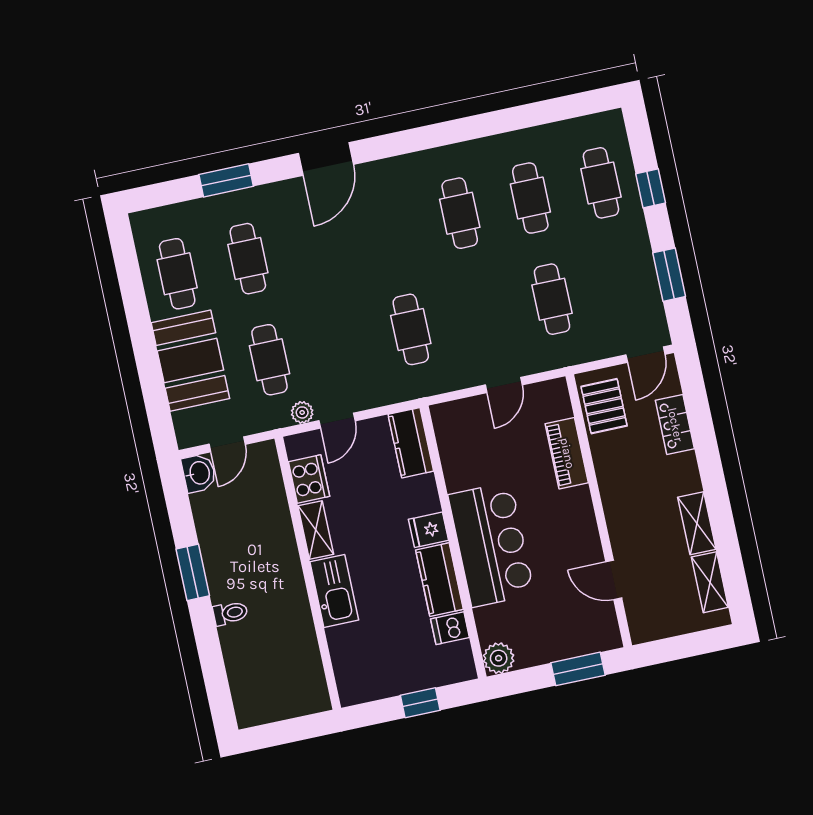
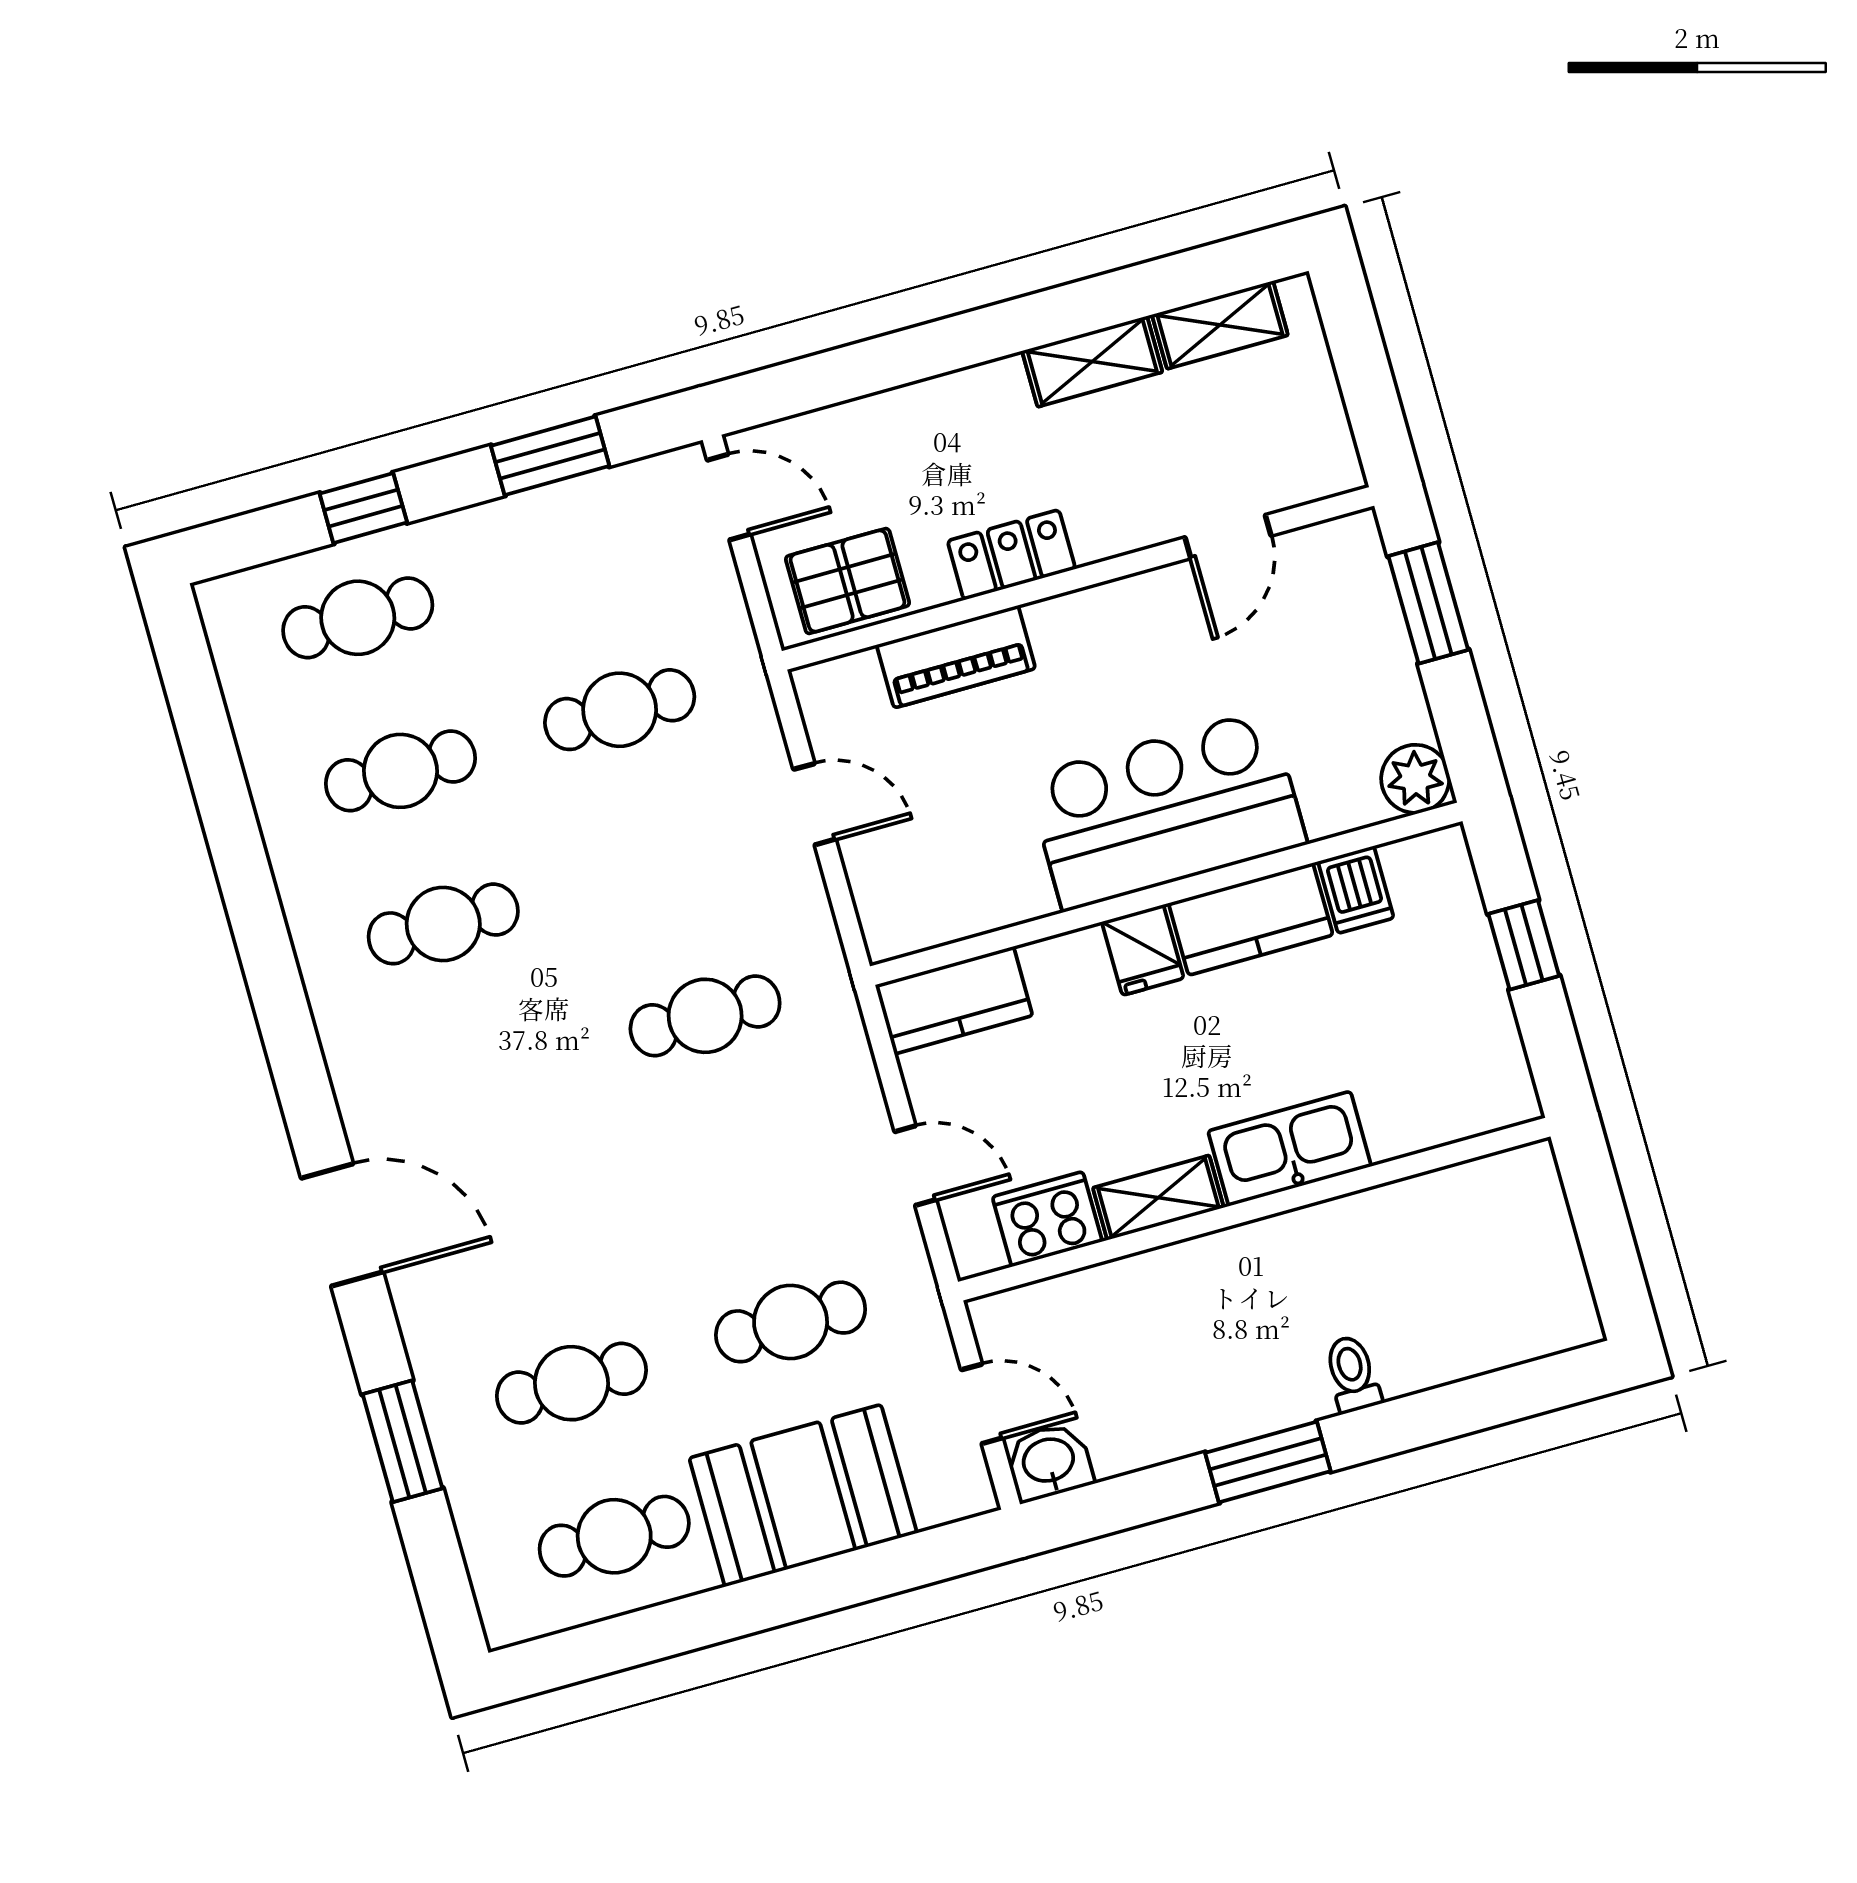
plant: (302, 412) -> (902, 1243), removed
locker: (675, 425) -> (1011, 555), moved, turned 180

